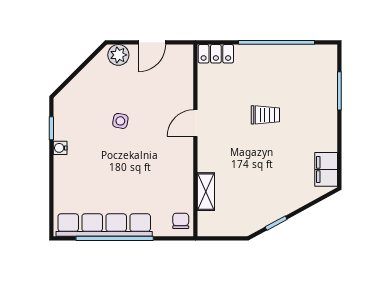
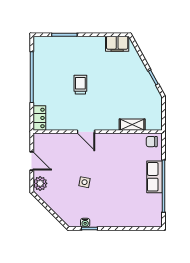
water cooler: (60, 148) -> (85, 223), moved
row of seats: (104, 225) -> (155, 177), width x0.50

